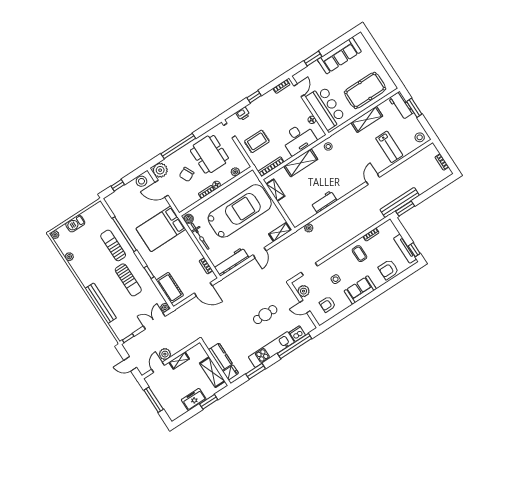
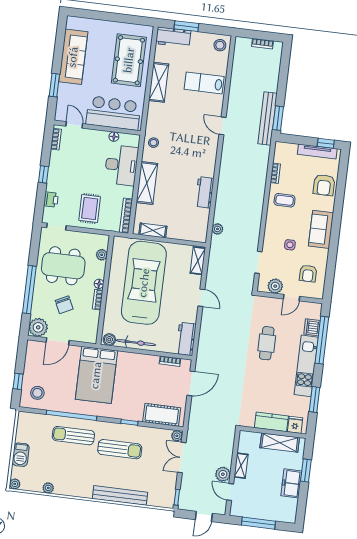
lab bench: (389, 147) -> (204, 83), turned 180
stool: (141, 181) -> (37, 393), moved
workbench: (231, 262) -> (186, 339), width x0.73

